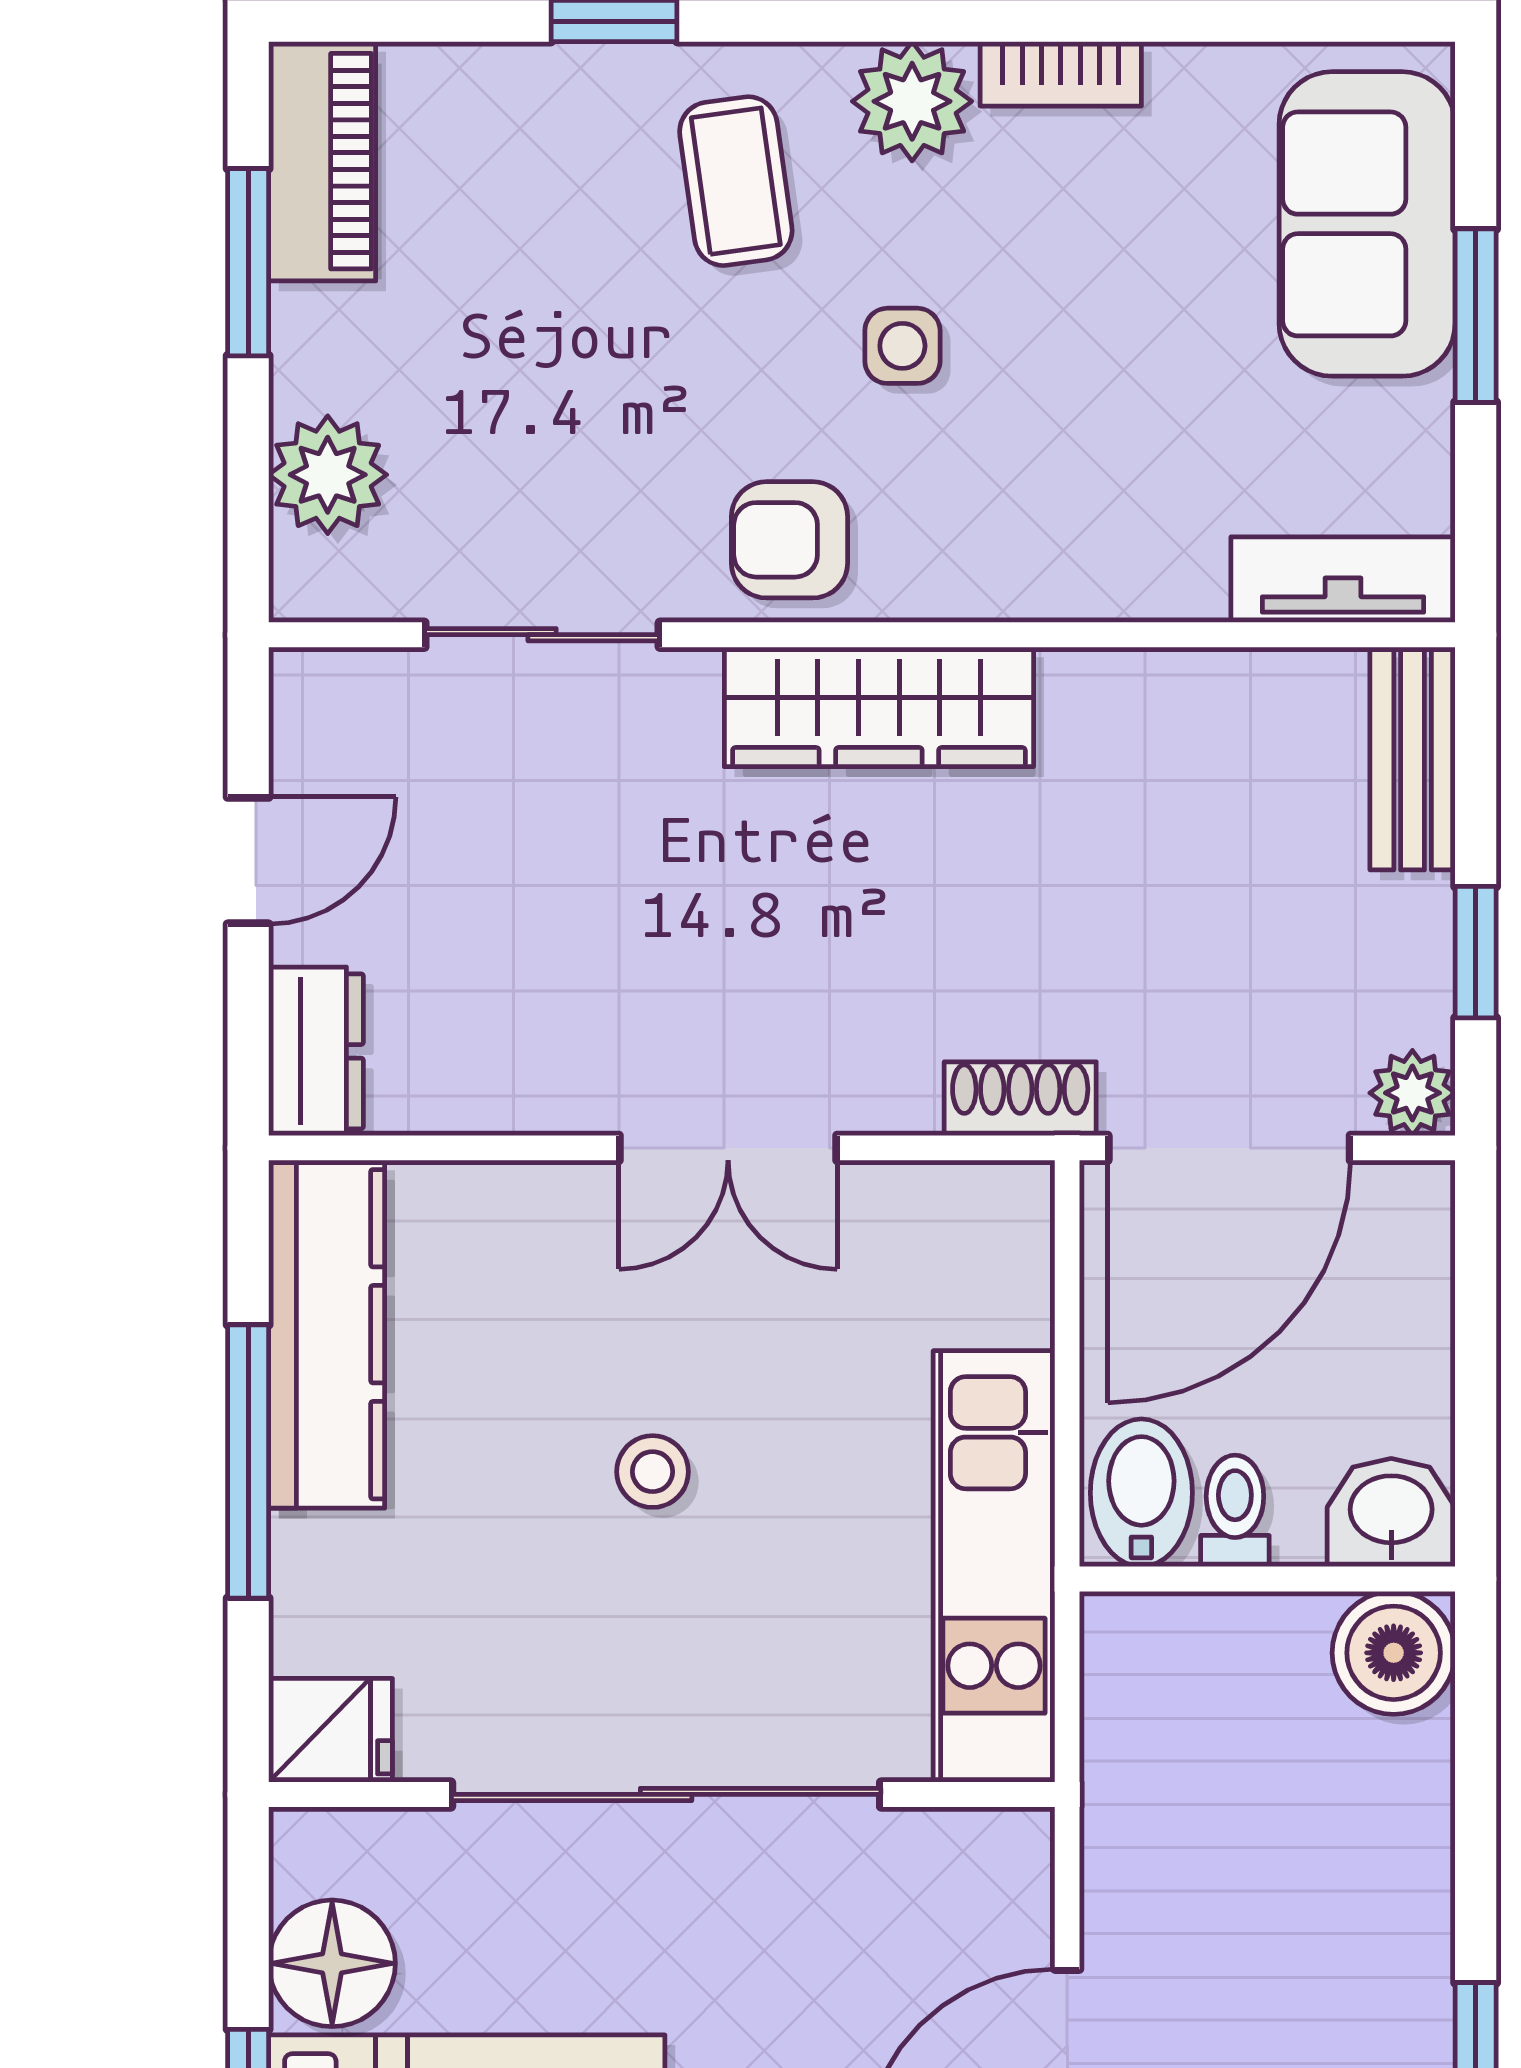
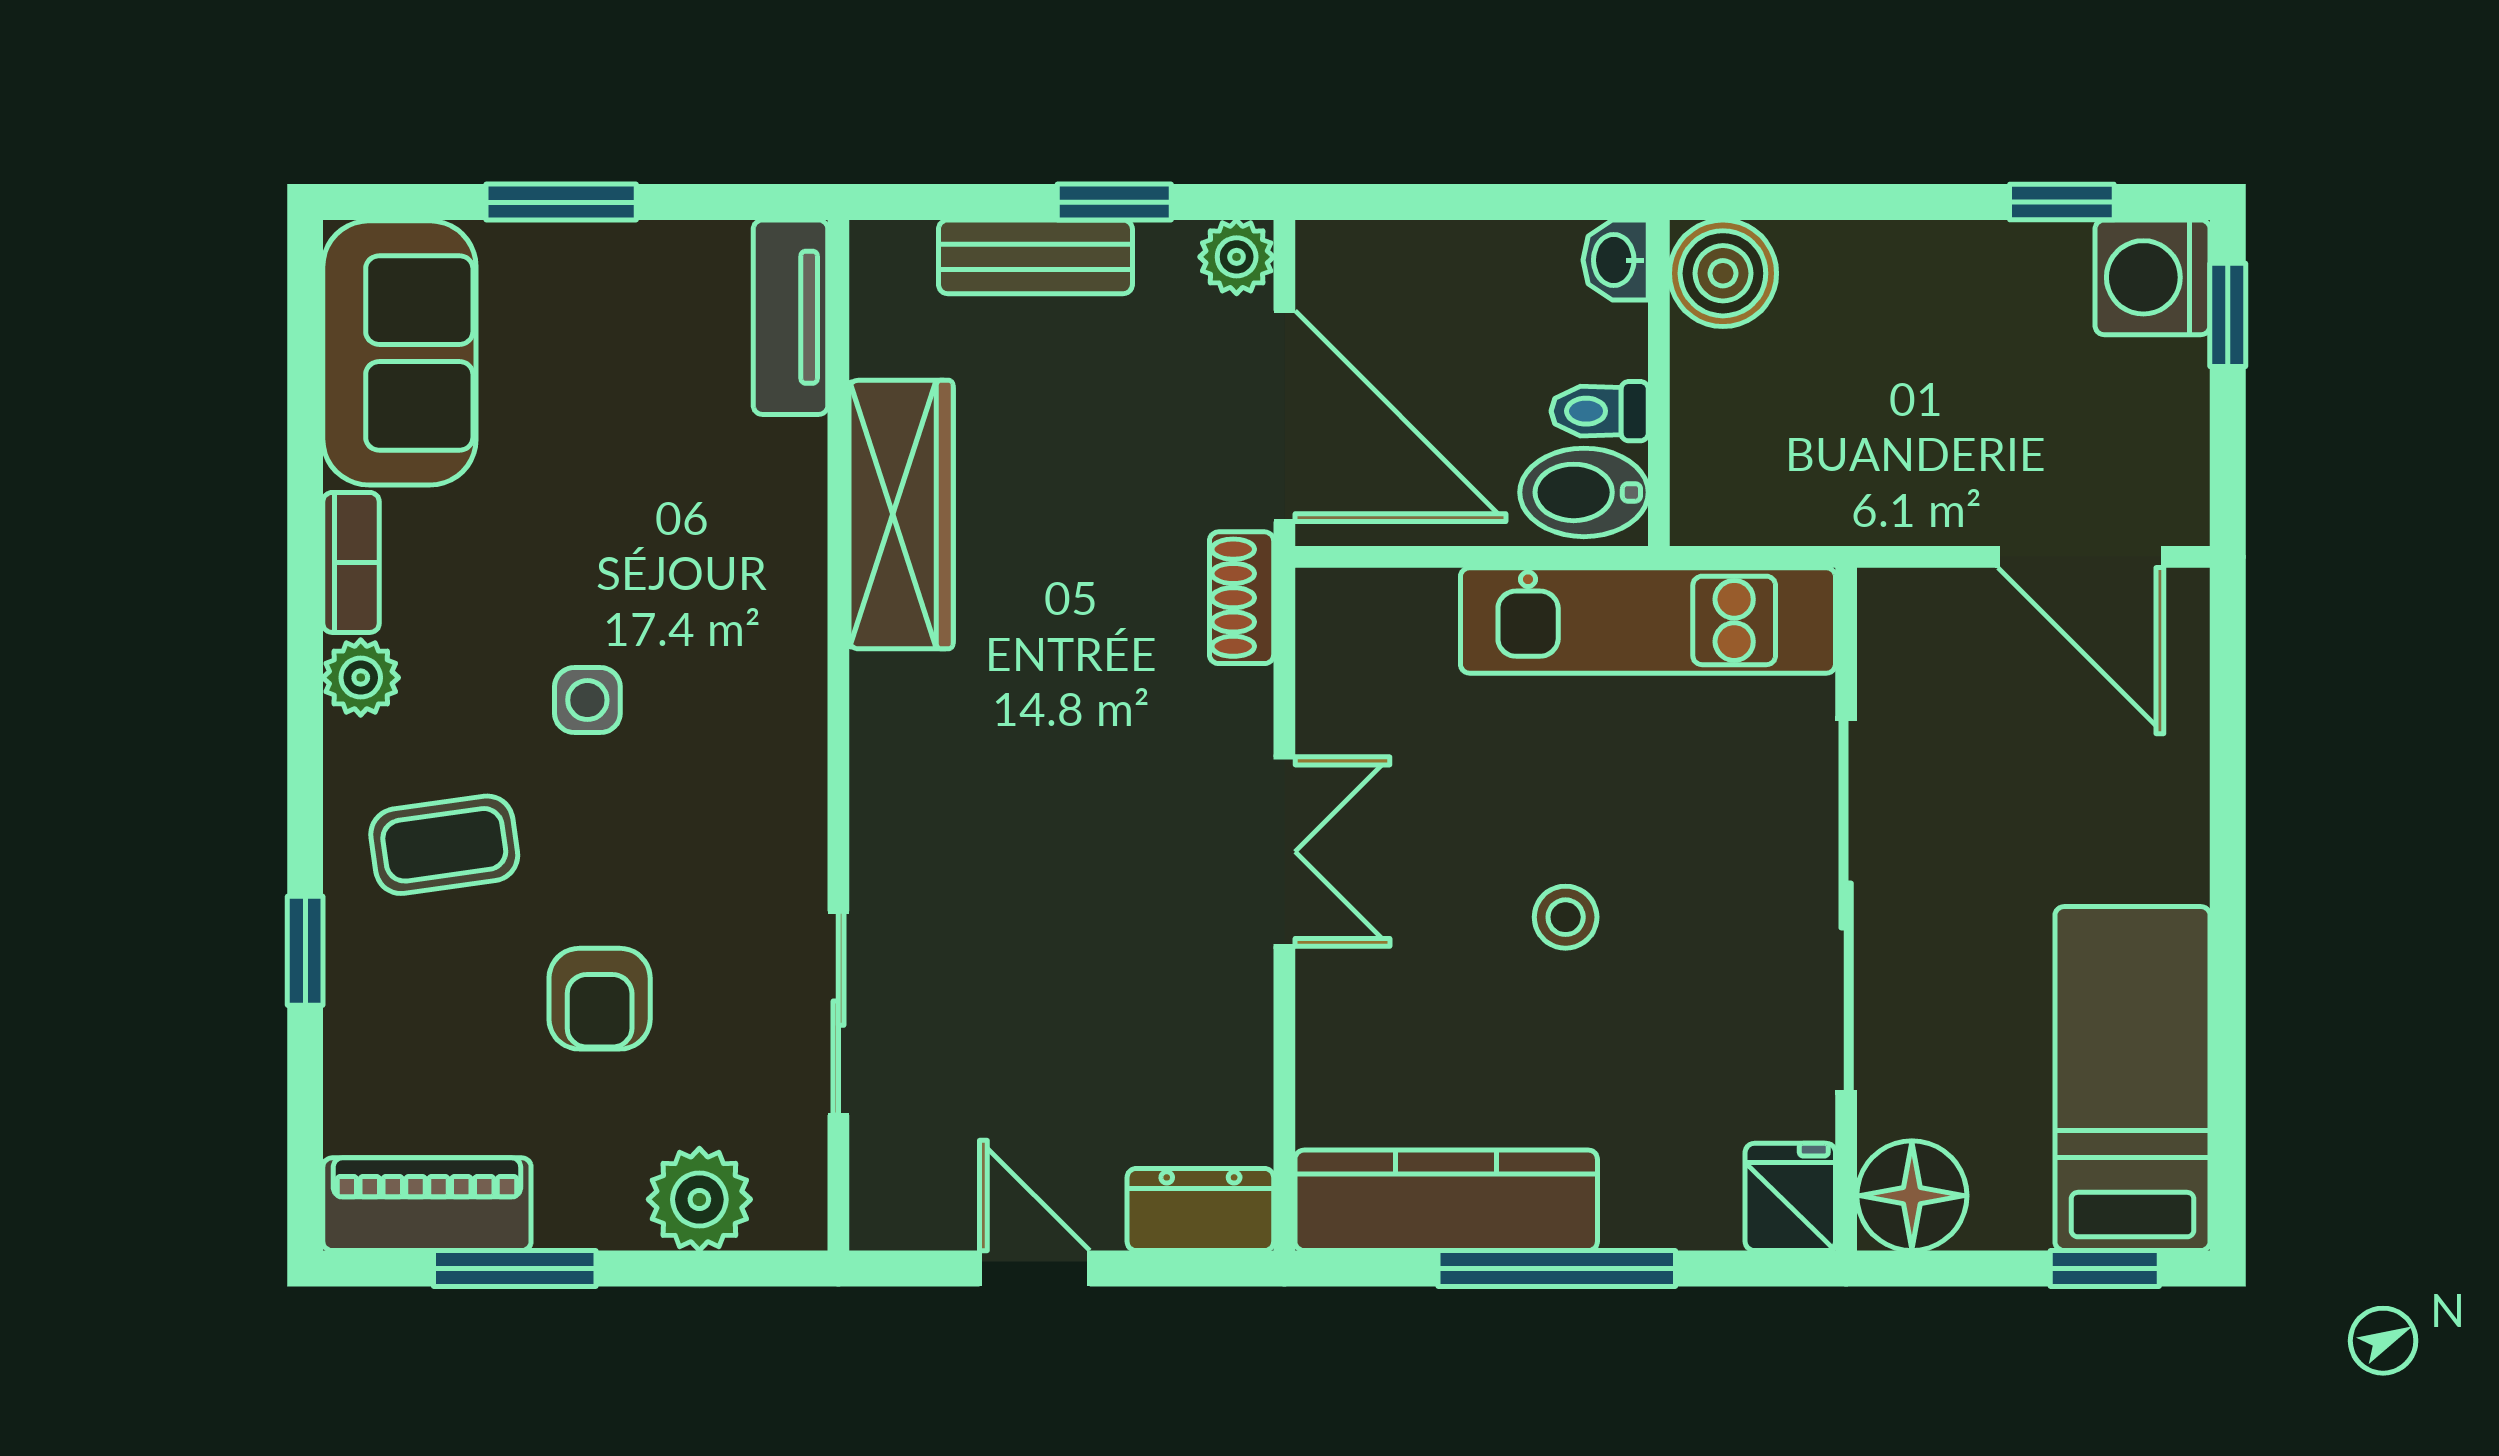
plant: (912, 101) -> (361, 678), width x0.73, depth x0.73
sofa: (1367, 224) -> (399, 353), moved, turned -90
armchair: (790, 540) -> (600, 999), moved
wardrobe: (879, 707) -> (901, 515), moved
bench: (1413, 759) -> (1035, 257), moved
washbasin: (1391, 1513) -> (1616, 260), width x0.72, depth x0.69
floor lamp: (332, 1963) -> (1912, 1196), moved

